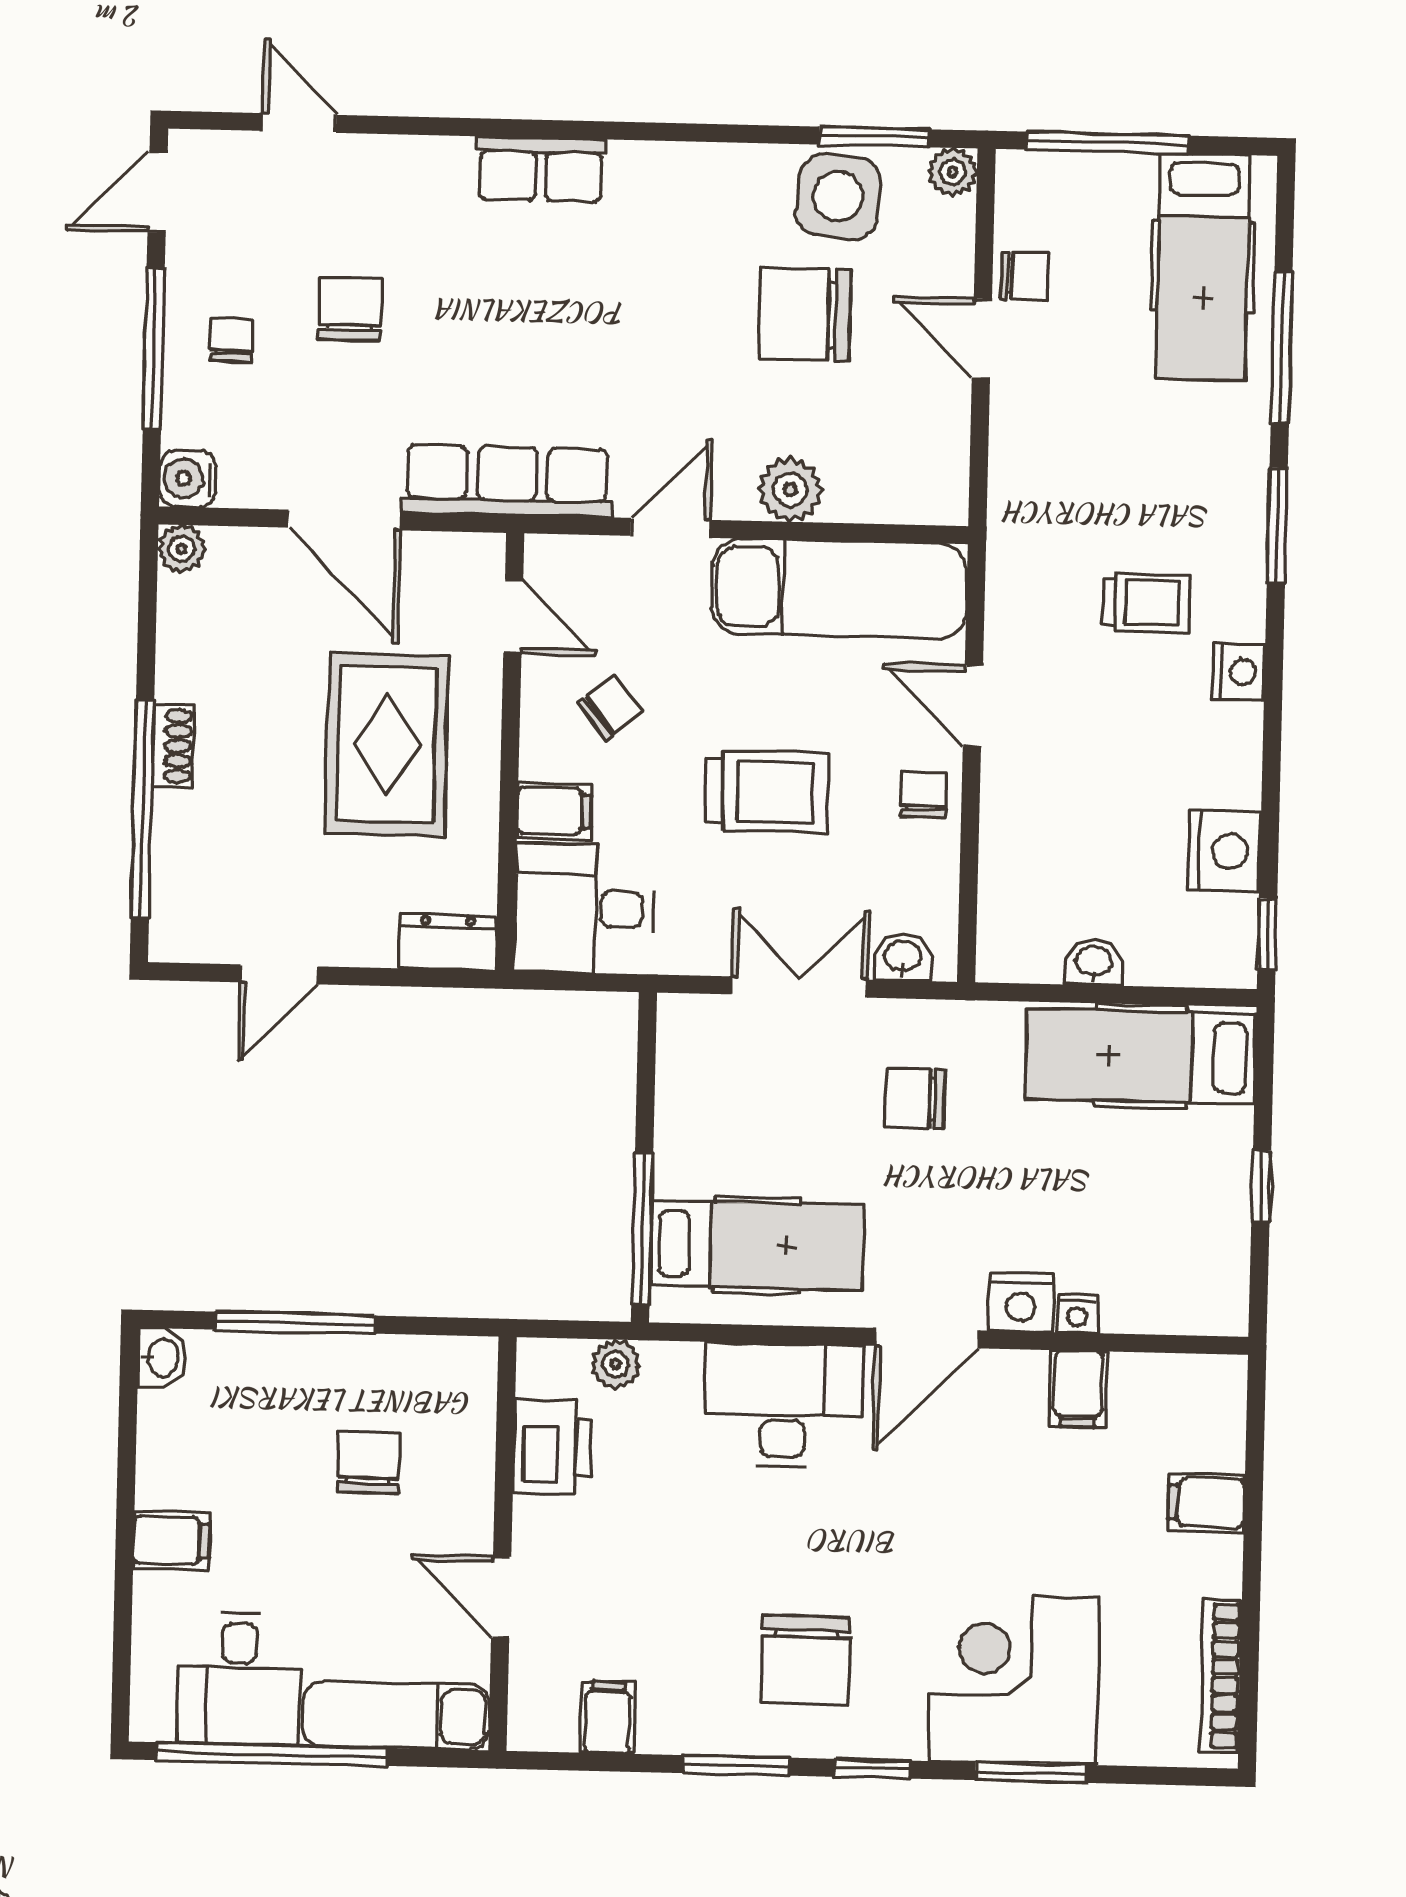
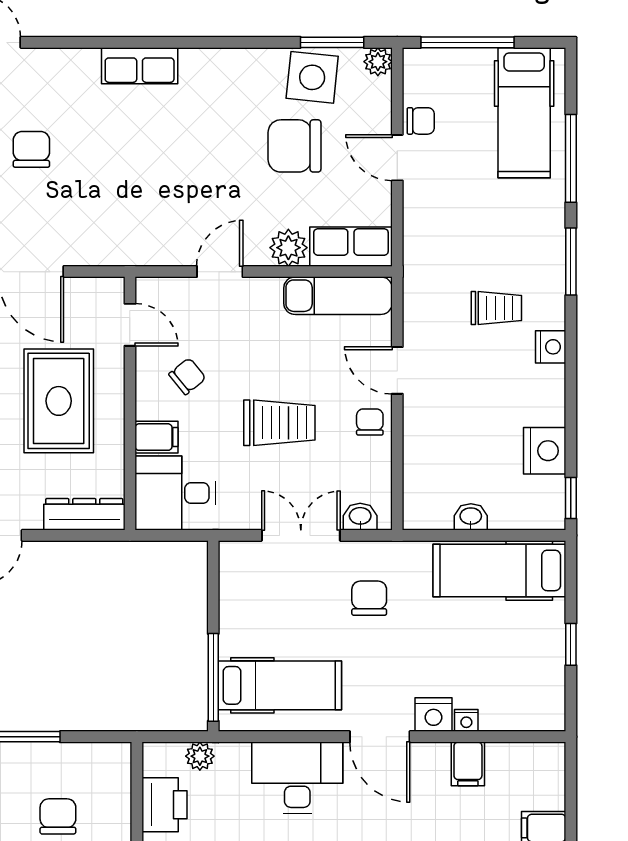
row of seats: (507, 481) -> (351, 247), moved, width x0.68
exam couch: (839, 589) -> (338, 296), width x0.73, depth x0.69
dresser: (448, 942) -> (84, 514), width x1.44
chair: (915, 1098) -> (369, 598), turned 90
door: (927, 1338) -> (380, 737), hinge flipped

